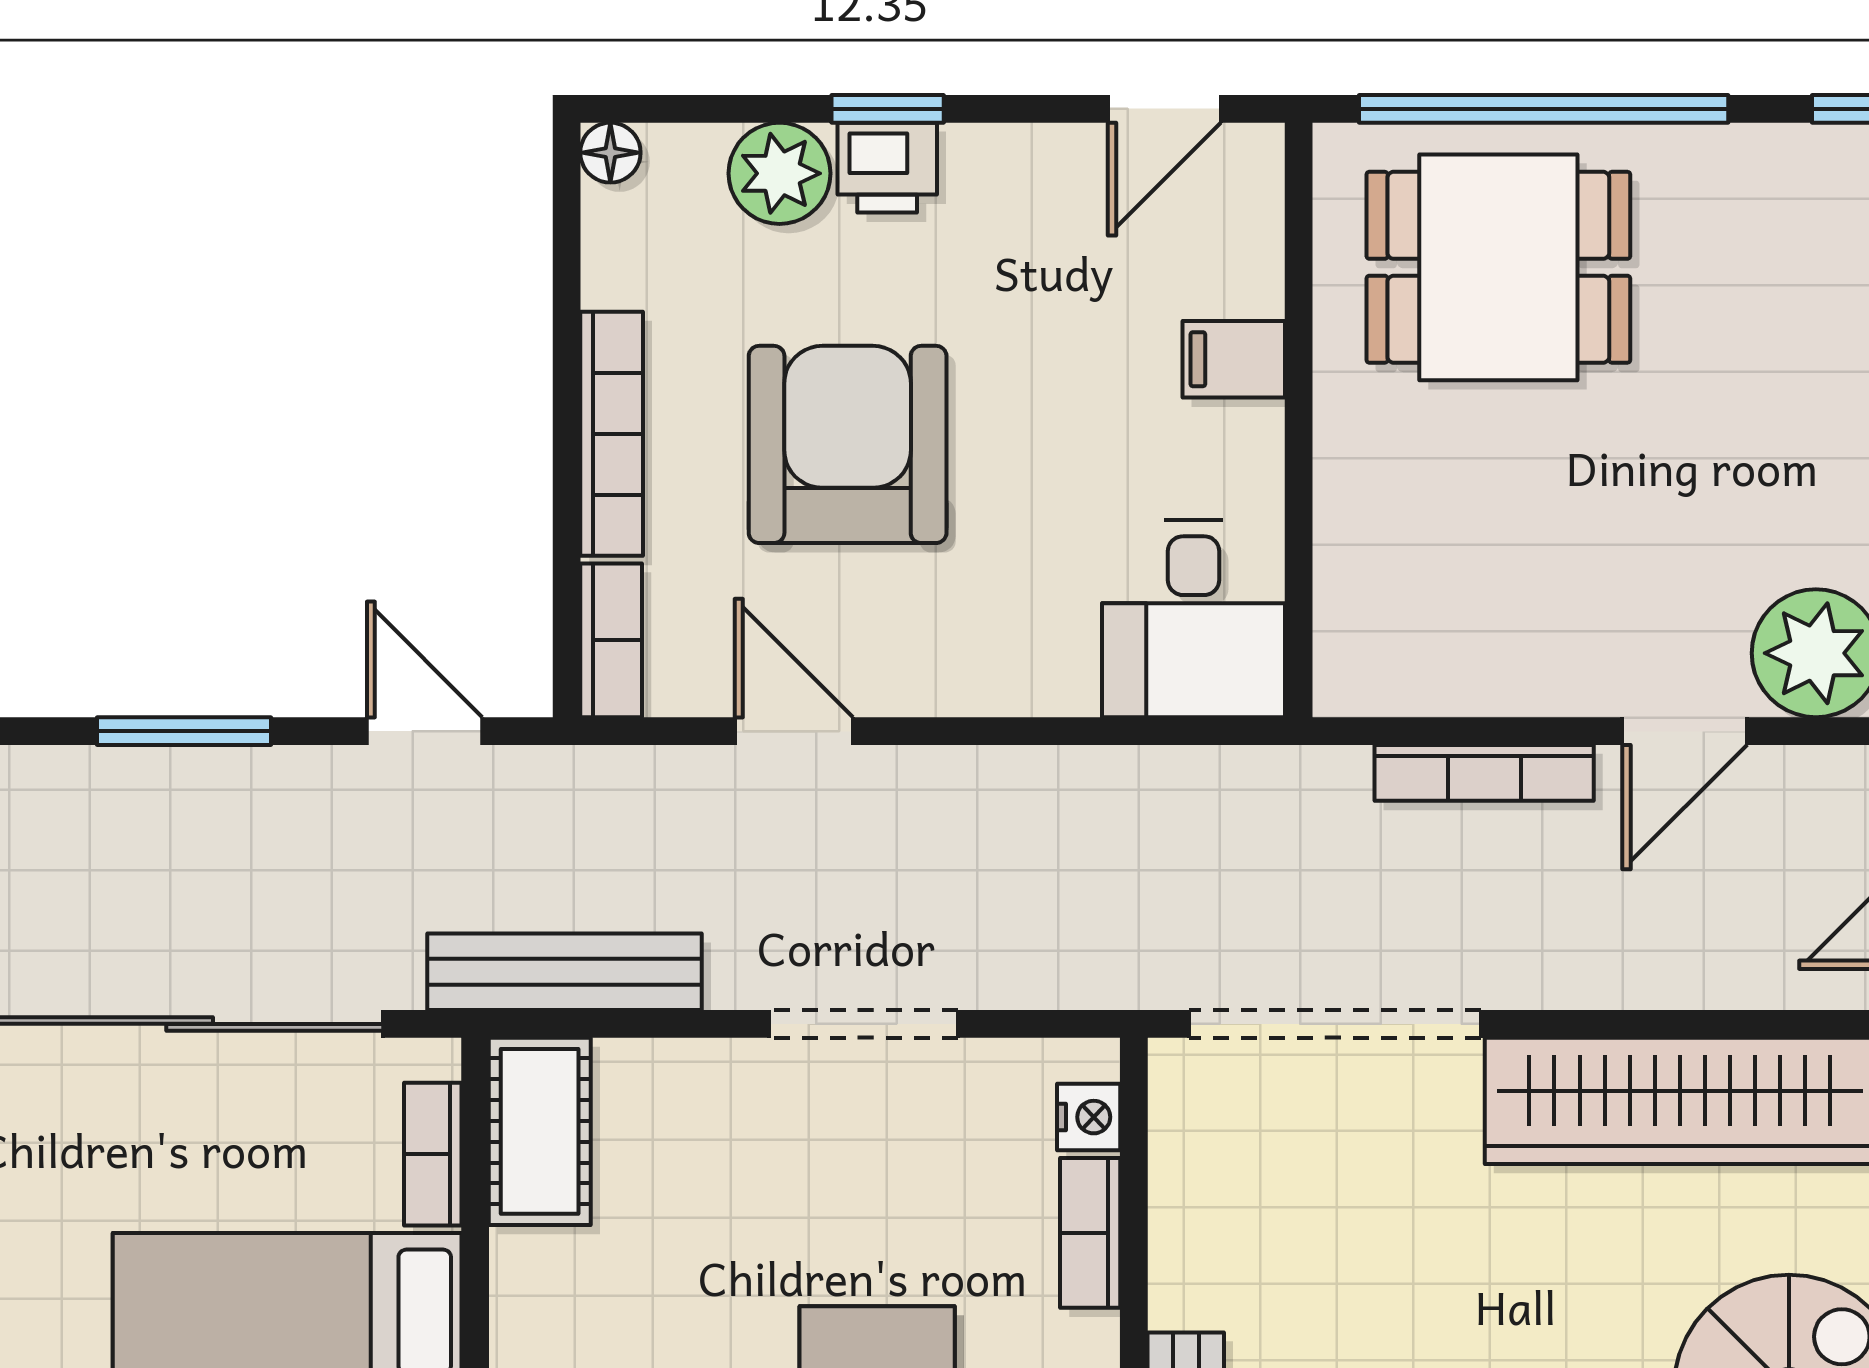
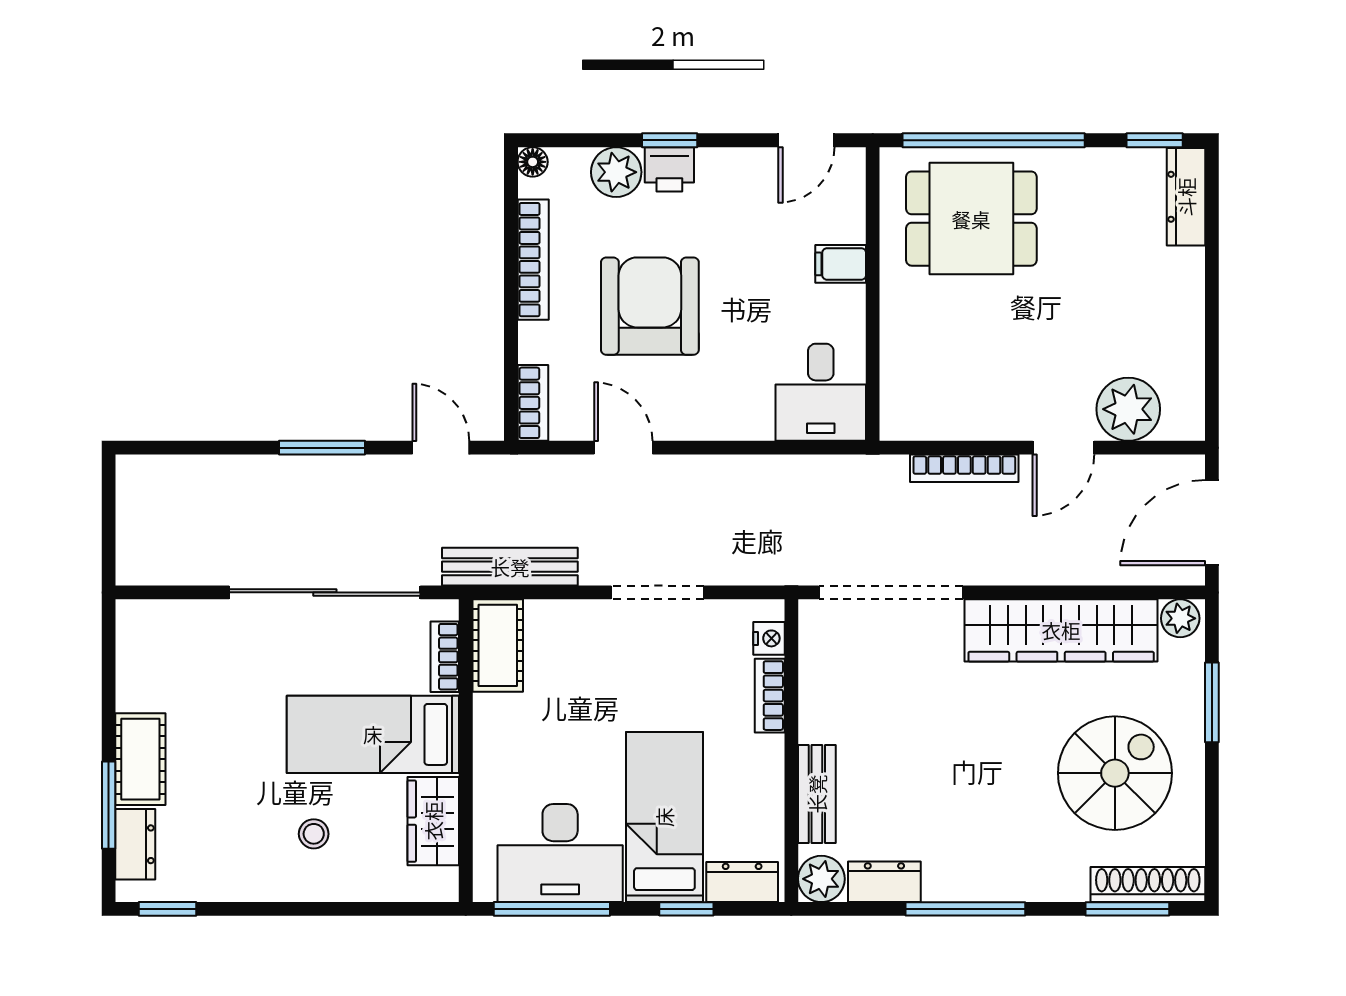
bookcase: (612, 434) -> (533, 260), moved

